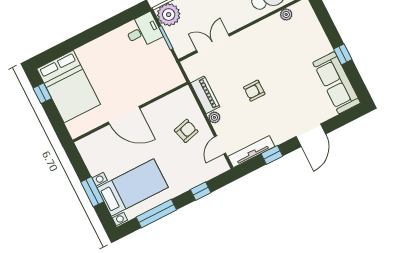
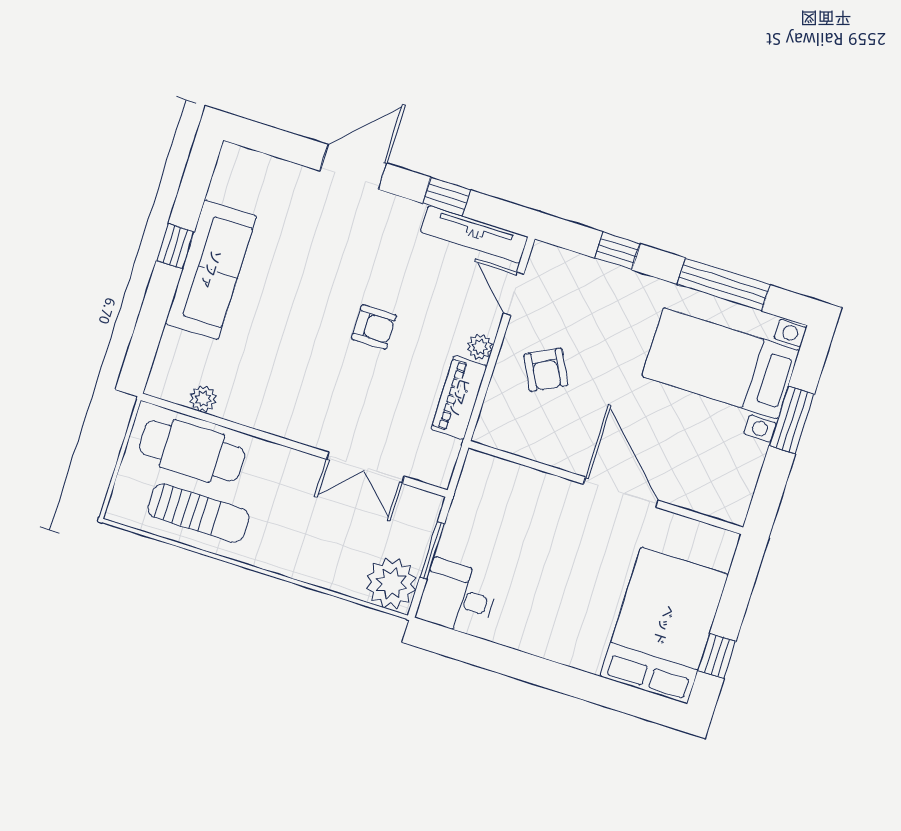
sofa: (337, 83) -> (211, 270), moved
armchair: (186, 131) -> (546, 370), turned -102
door: (220, 145) -> (514, 294), swing flipped

